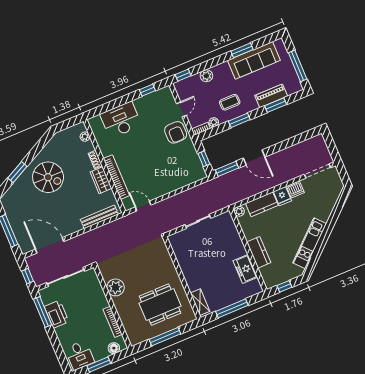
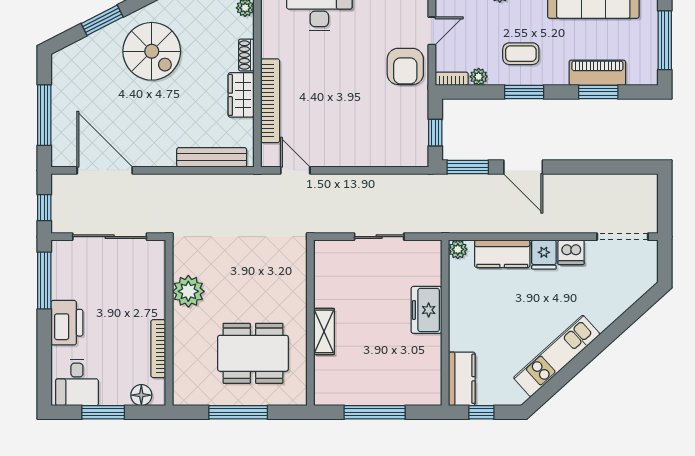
kitchen counter: (259, 252) -> (462, 379), moved
freezer: (245, 269) -> (426, 310), moved
shelving: (200, 302) -> (324, 331), moved
printer: (57, 314) -> (67, 323), moved

